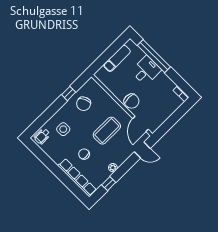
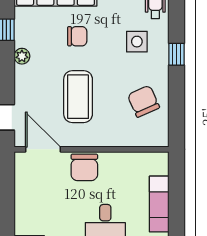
window: (69, 93) -> (177, 54), moved
chair: (132, 101) -> (84, 167), turned -90

